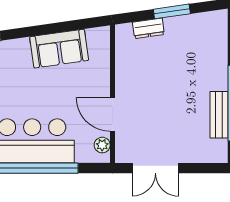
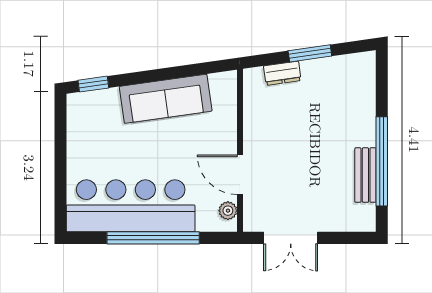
sofa: (59, 49) -> (166, 99), width x1.36

